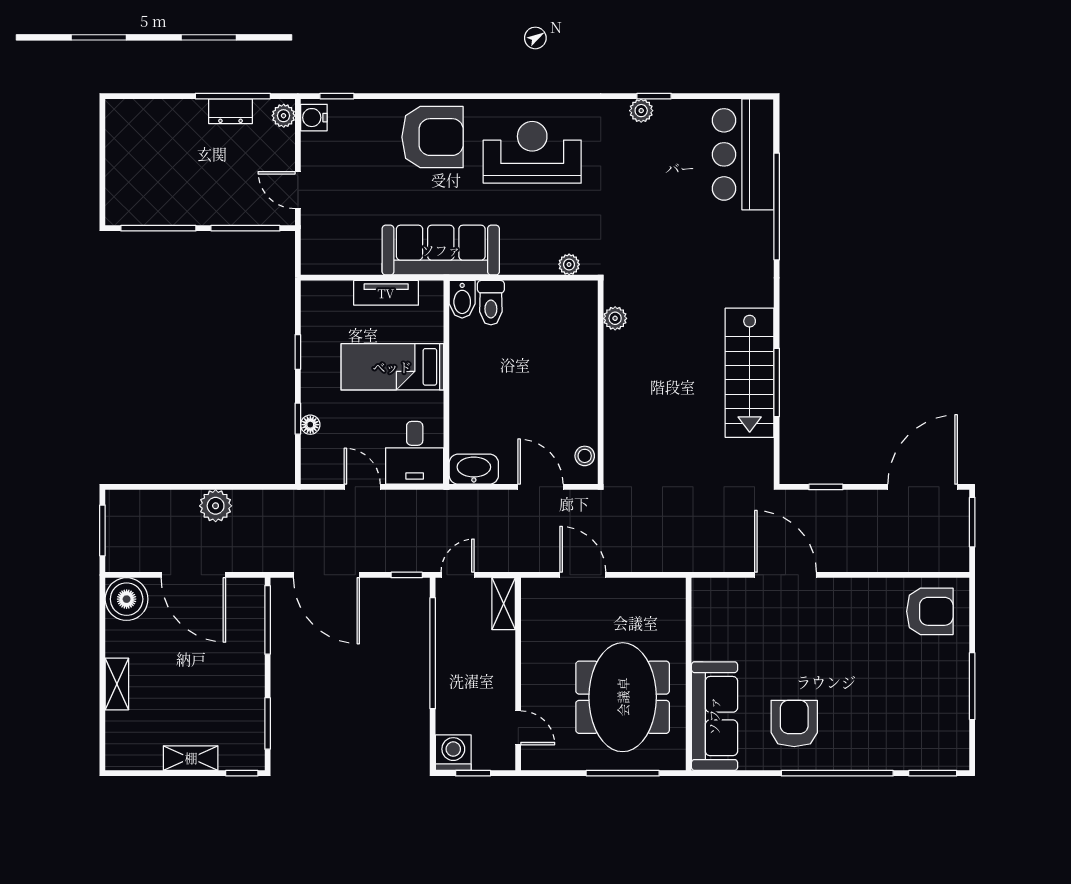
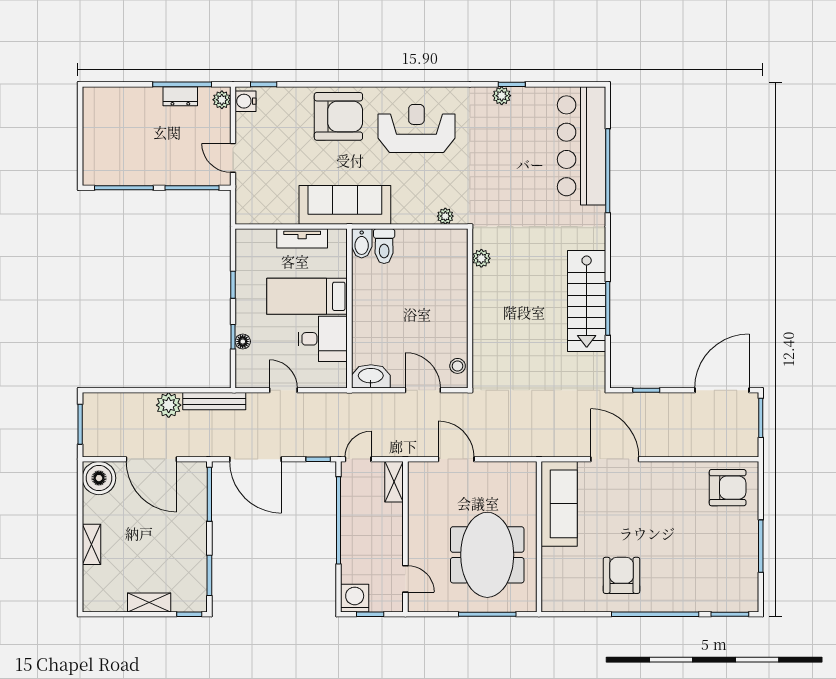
bar counter: (743, 154) -> (582, 146), width x1.36
desk: (415, 453) -> (323, 339), moved, turned -90
bench: (274, 501) -> (214, 401), added
sofa: (714, 716) -> (559, 504), moved

